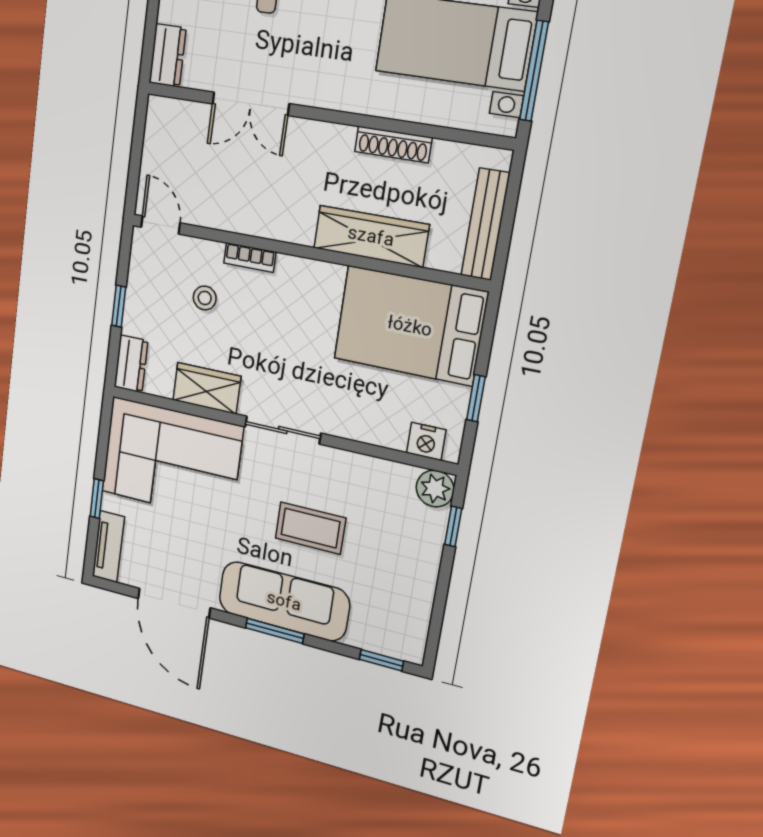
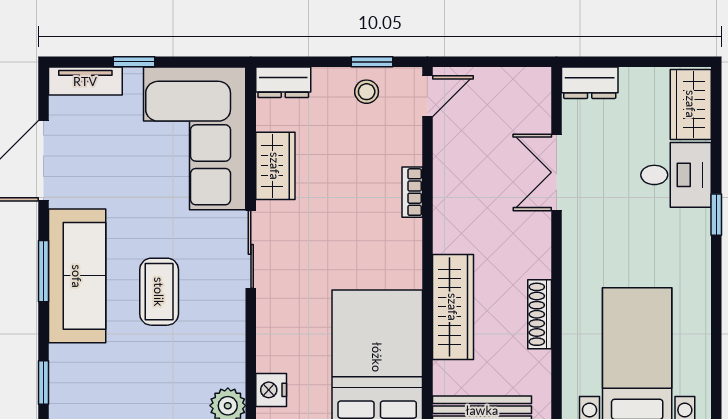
stool: (205, 298) -> (367, 92), moved
window: (119, 306) -> (372, 62), moved

